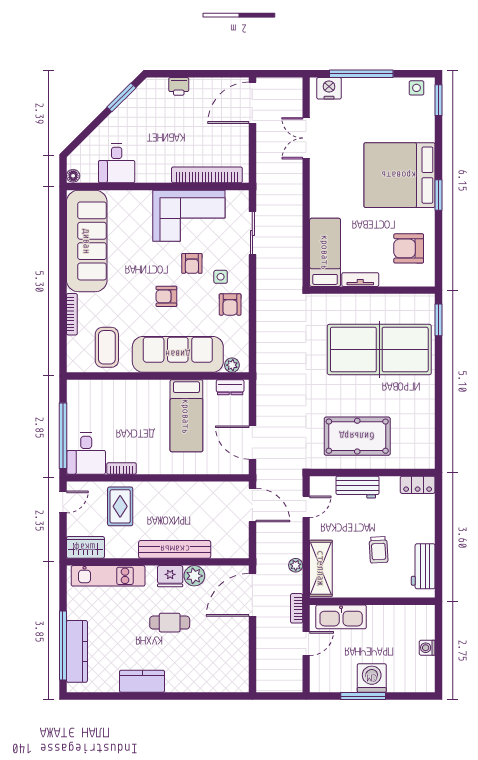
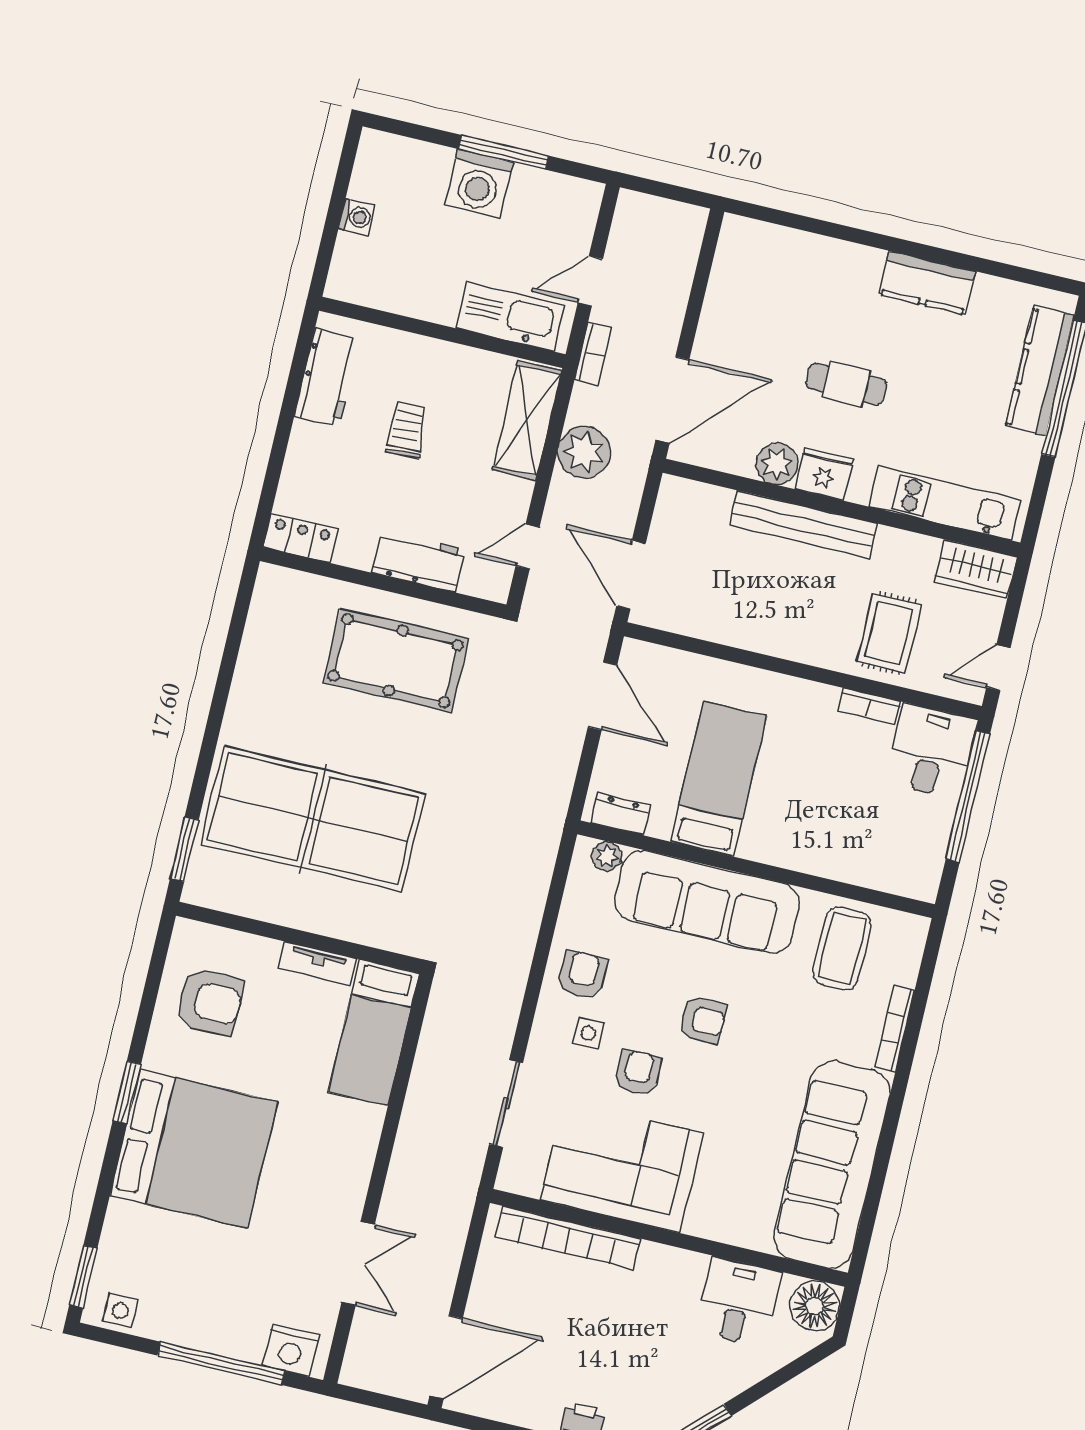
floor lamp: (73, 176) -> (815, 1306), width x1.89, depth x1.89
plant: (296, 565) -> (584, 452), width x1.88, depth x1.88

